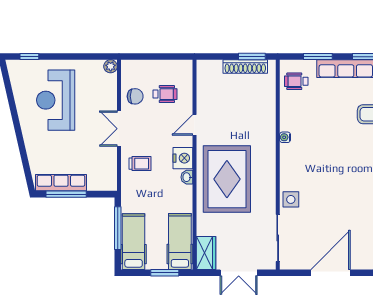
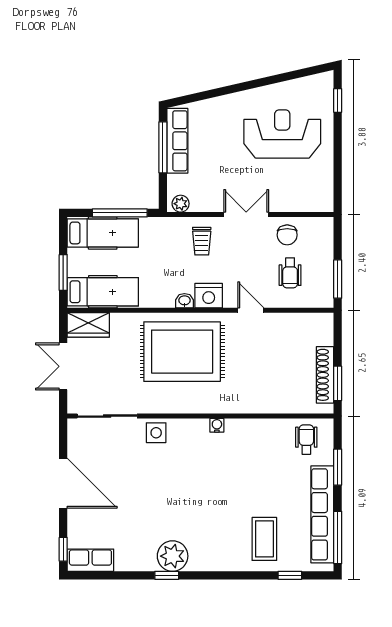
window: (170, 57) -> (338, 279), added
plant: (111, 66) -> (181, 204), moved
water cooler: (285, 137) -> (217, 425), moved

